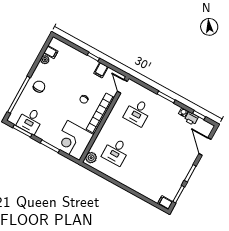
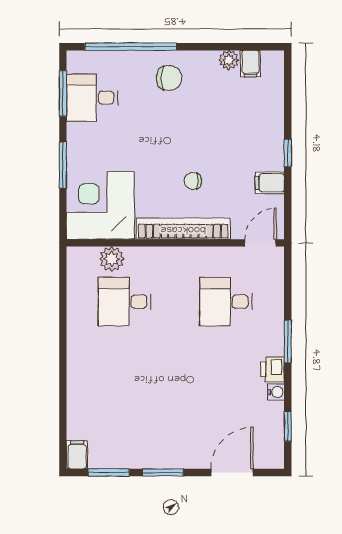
printer: (191, 118) -> (273, 369), moved
plant: (91, 158) -> (112, 259), moved

